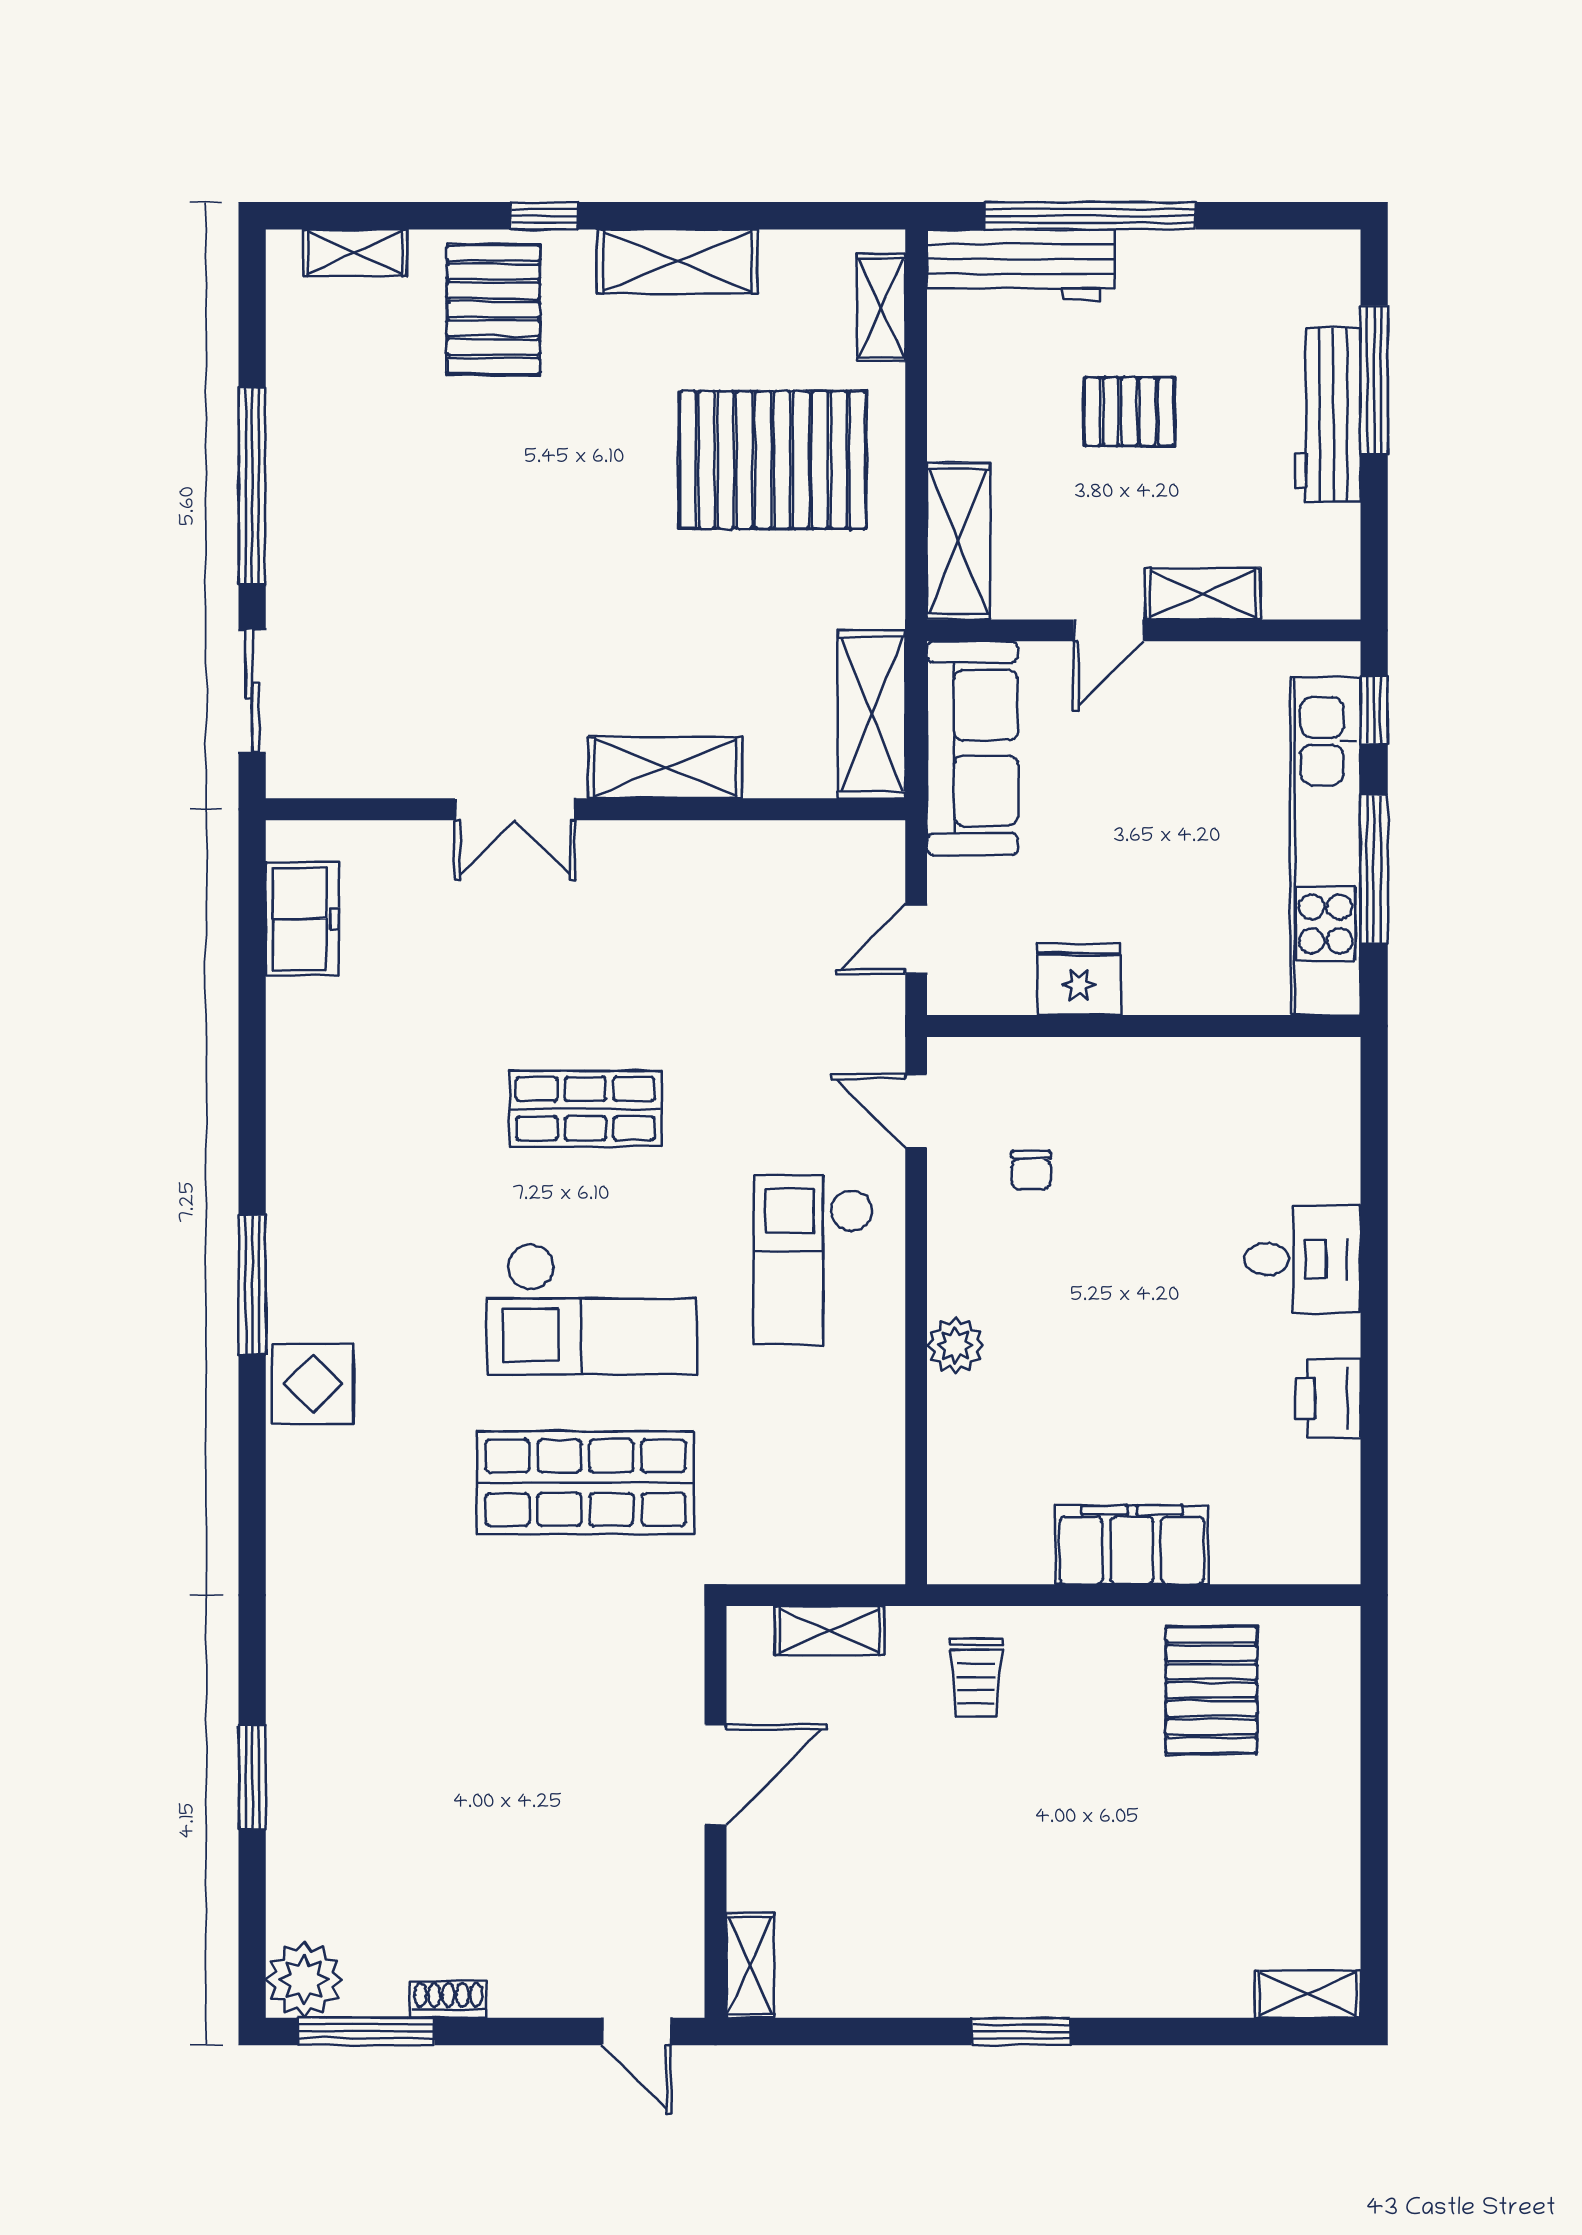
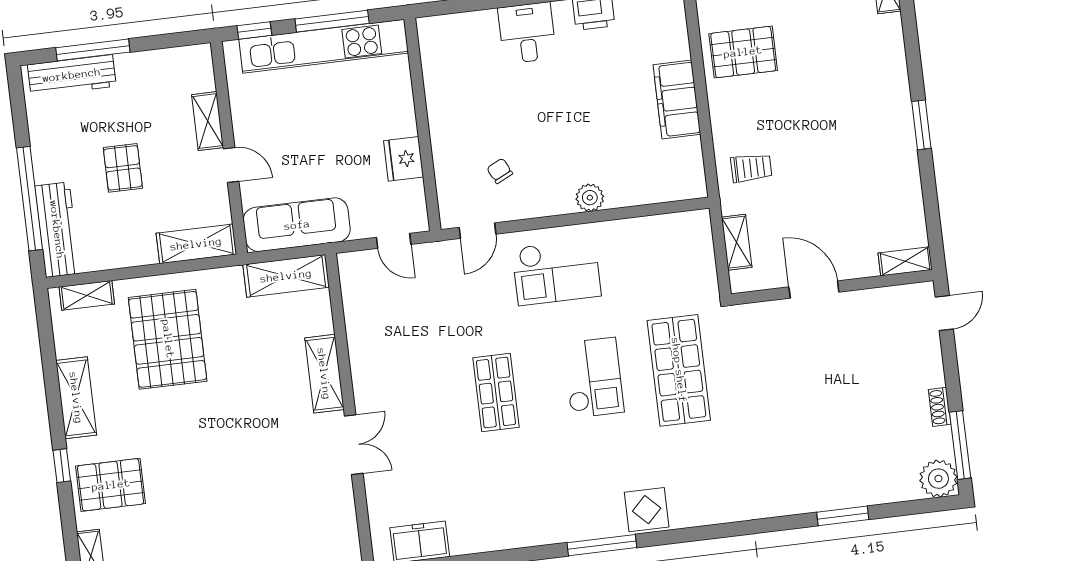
workbench: (1328, 415) -> (72, 75), moved
chair: (1031, 1170) -> (500, 171), turned -116
checkout: (592, 1309) -> (593, 378), width x0.73, depth x0.83

